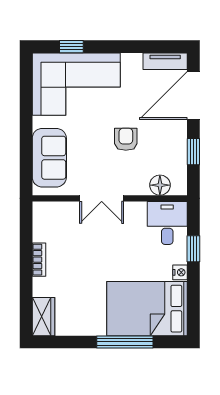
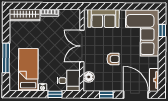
double door: (102, 198) -> (82, 46), width x1.37
bed: (147, 309) -> (28, 70), width x0.67
wardrobe: (43, 317) -> (25, 15), width x1.50

